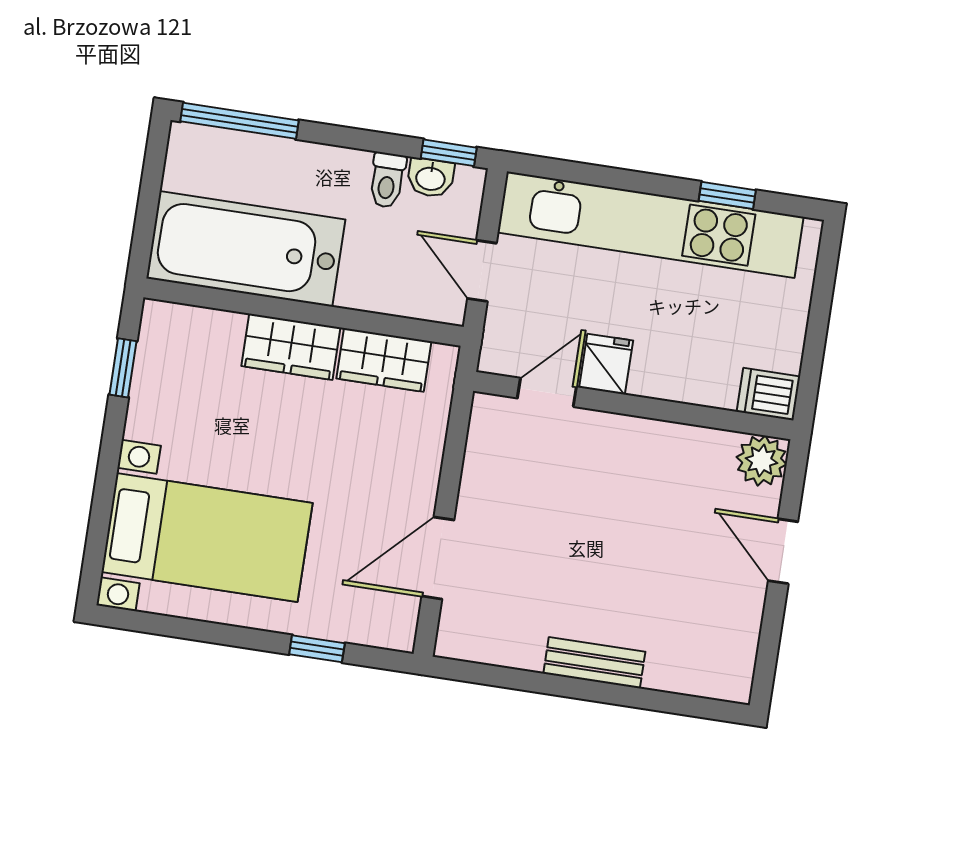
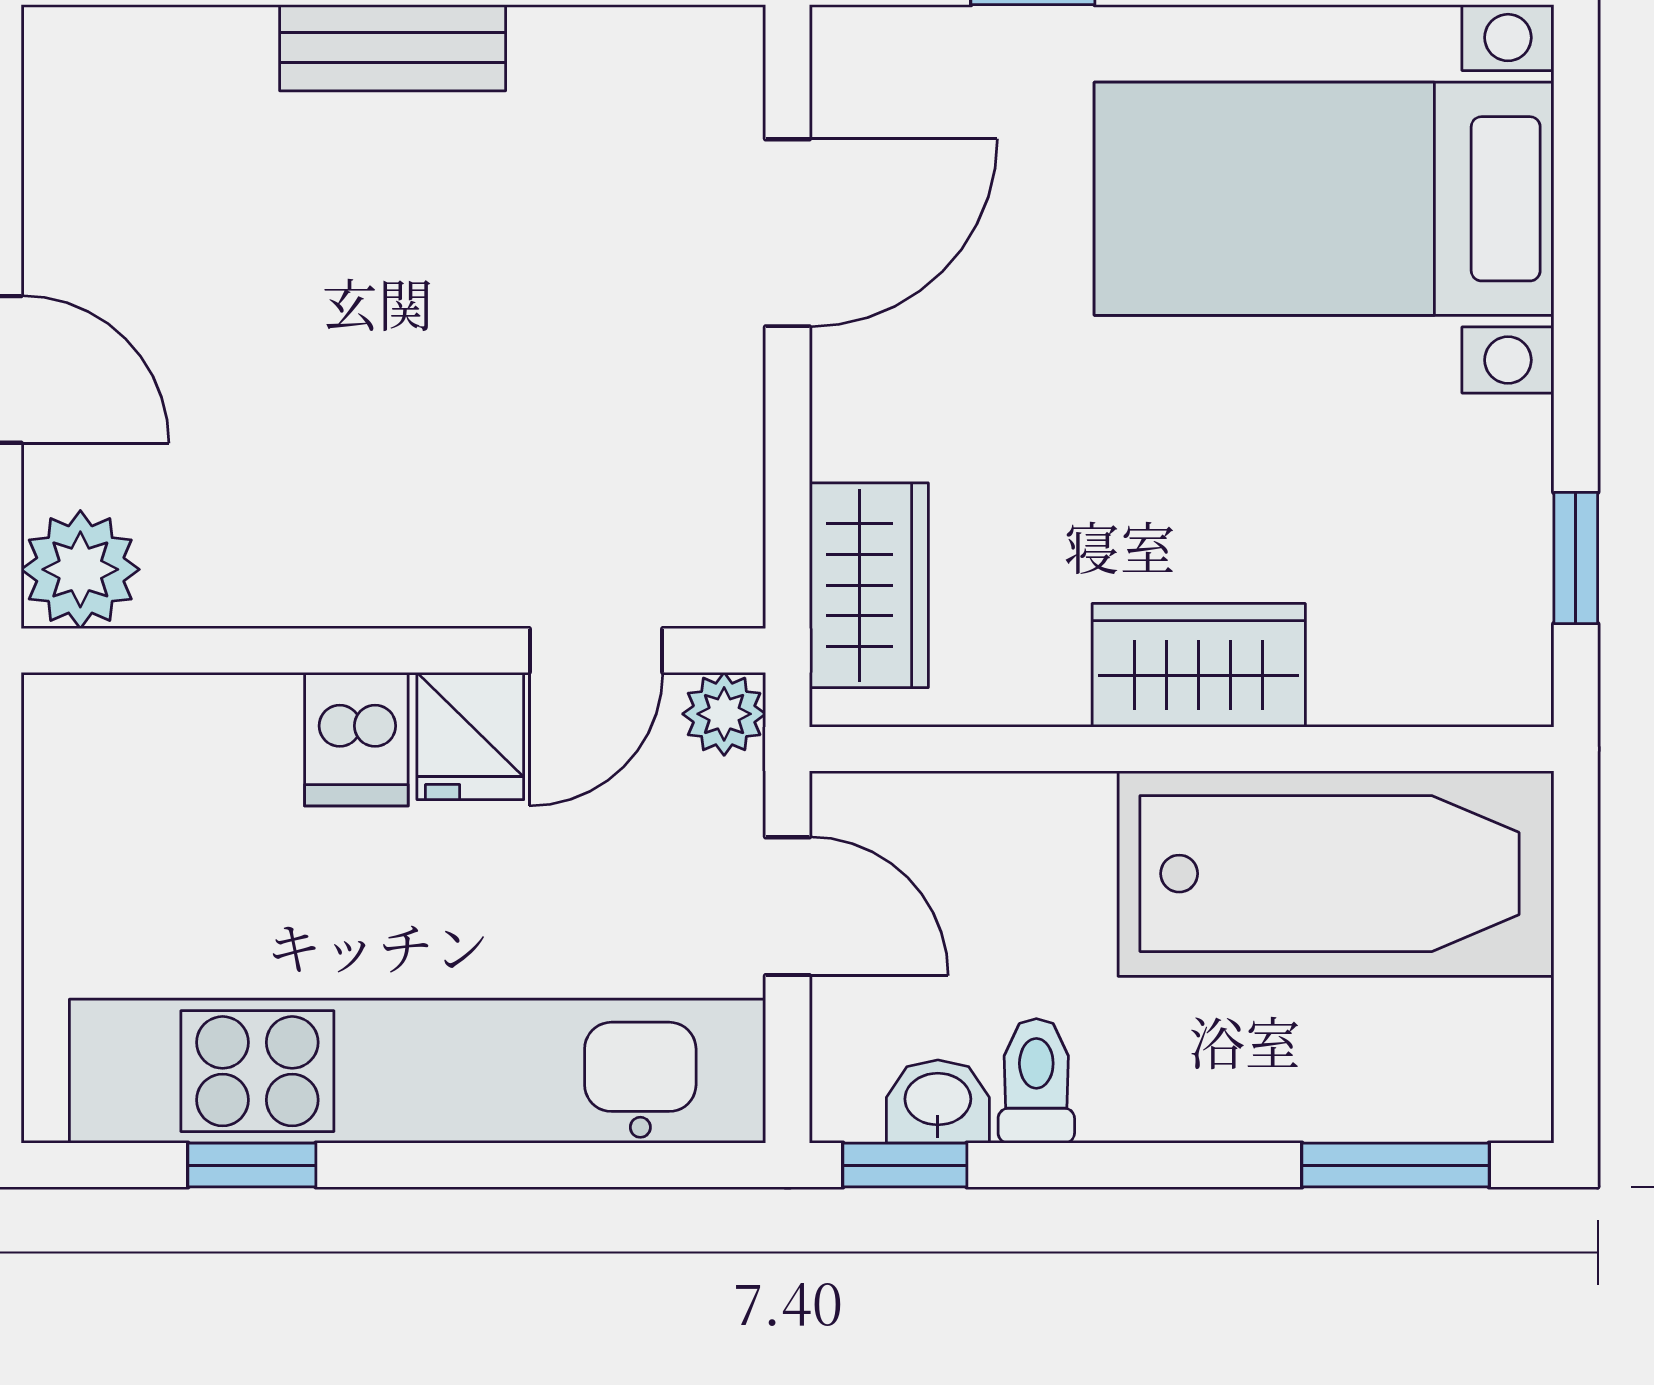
window: (239, 121) -> (1396, 1165), width x0.69
plant: (496, 357) -> (724, 714), added
wardrobe: (384, 360) -> (869, 585), moved, turned 90
dishwasher: (768, 394) -> (356, 739), moved, turned 90

